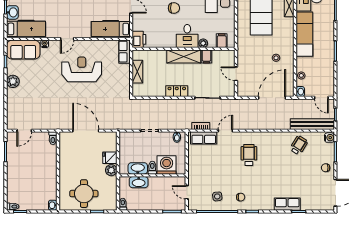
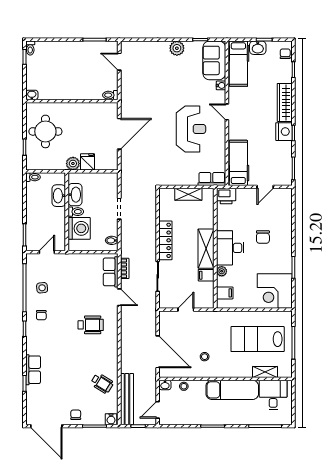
desk: (187, 36) -> (230, 248), width x1.37
locker: (177, 91) -> (165, 240), width x1.53

